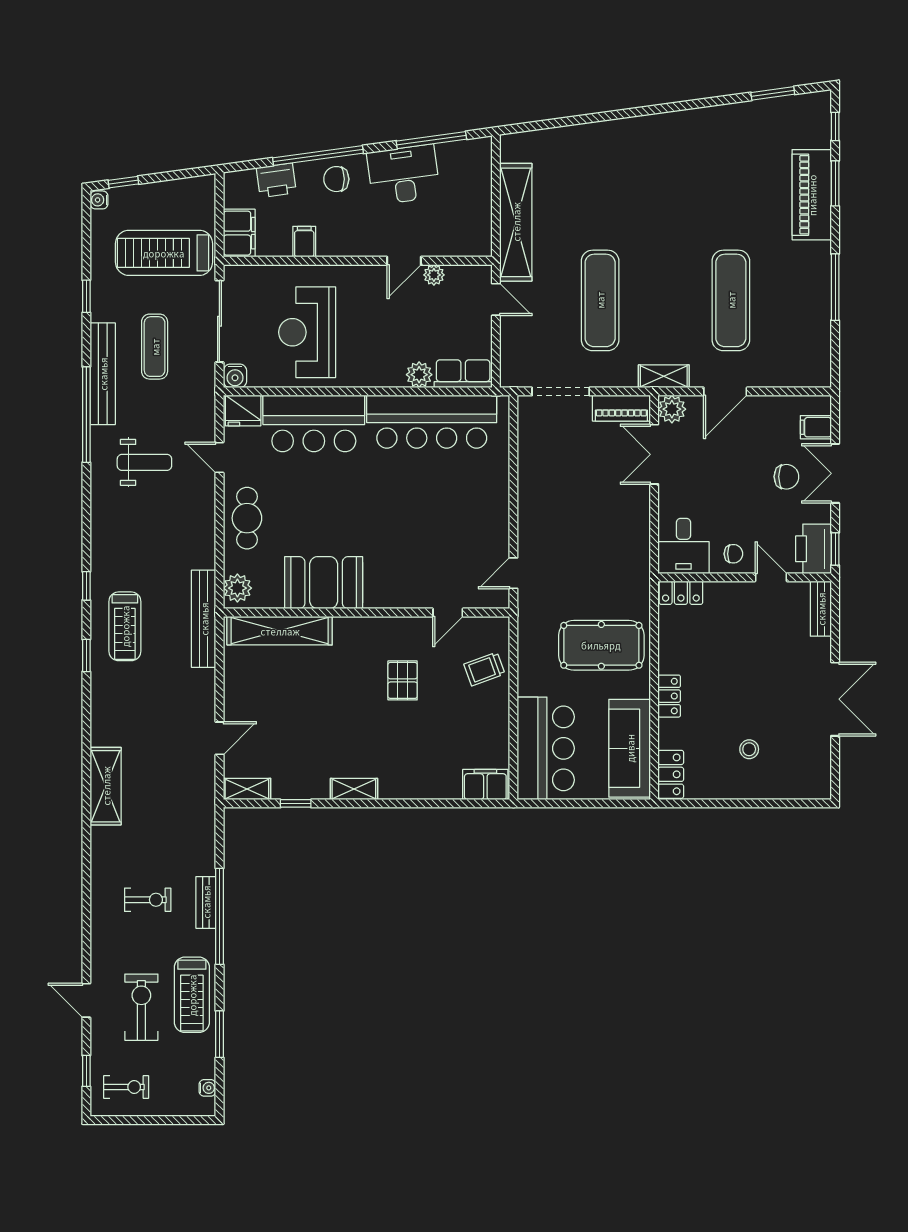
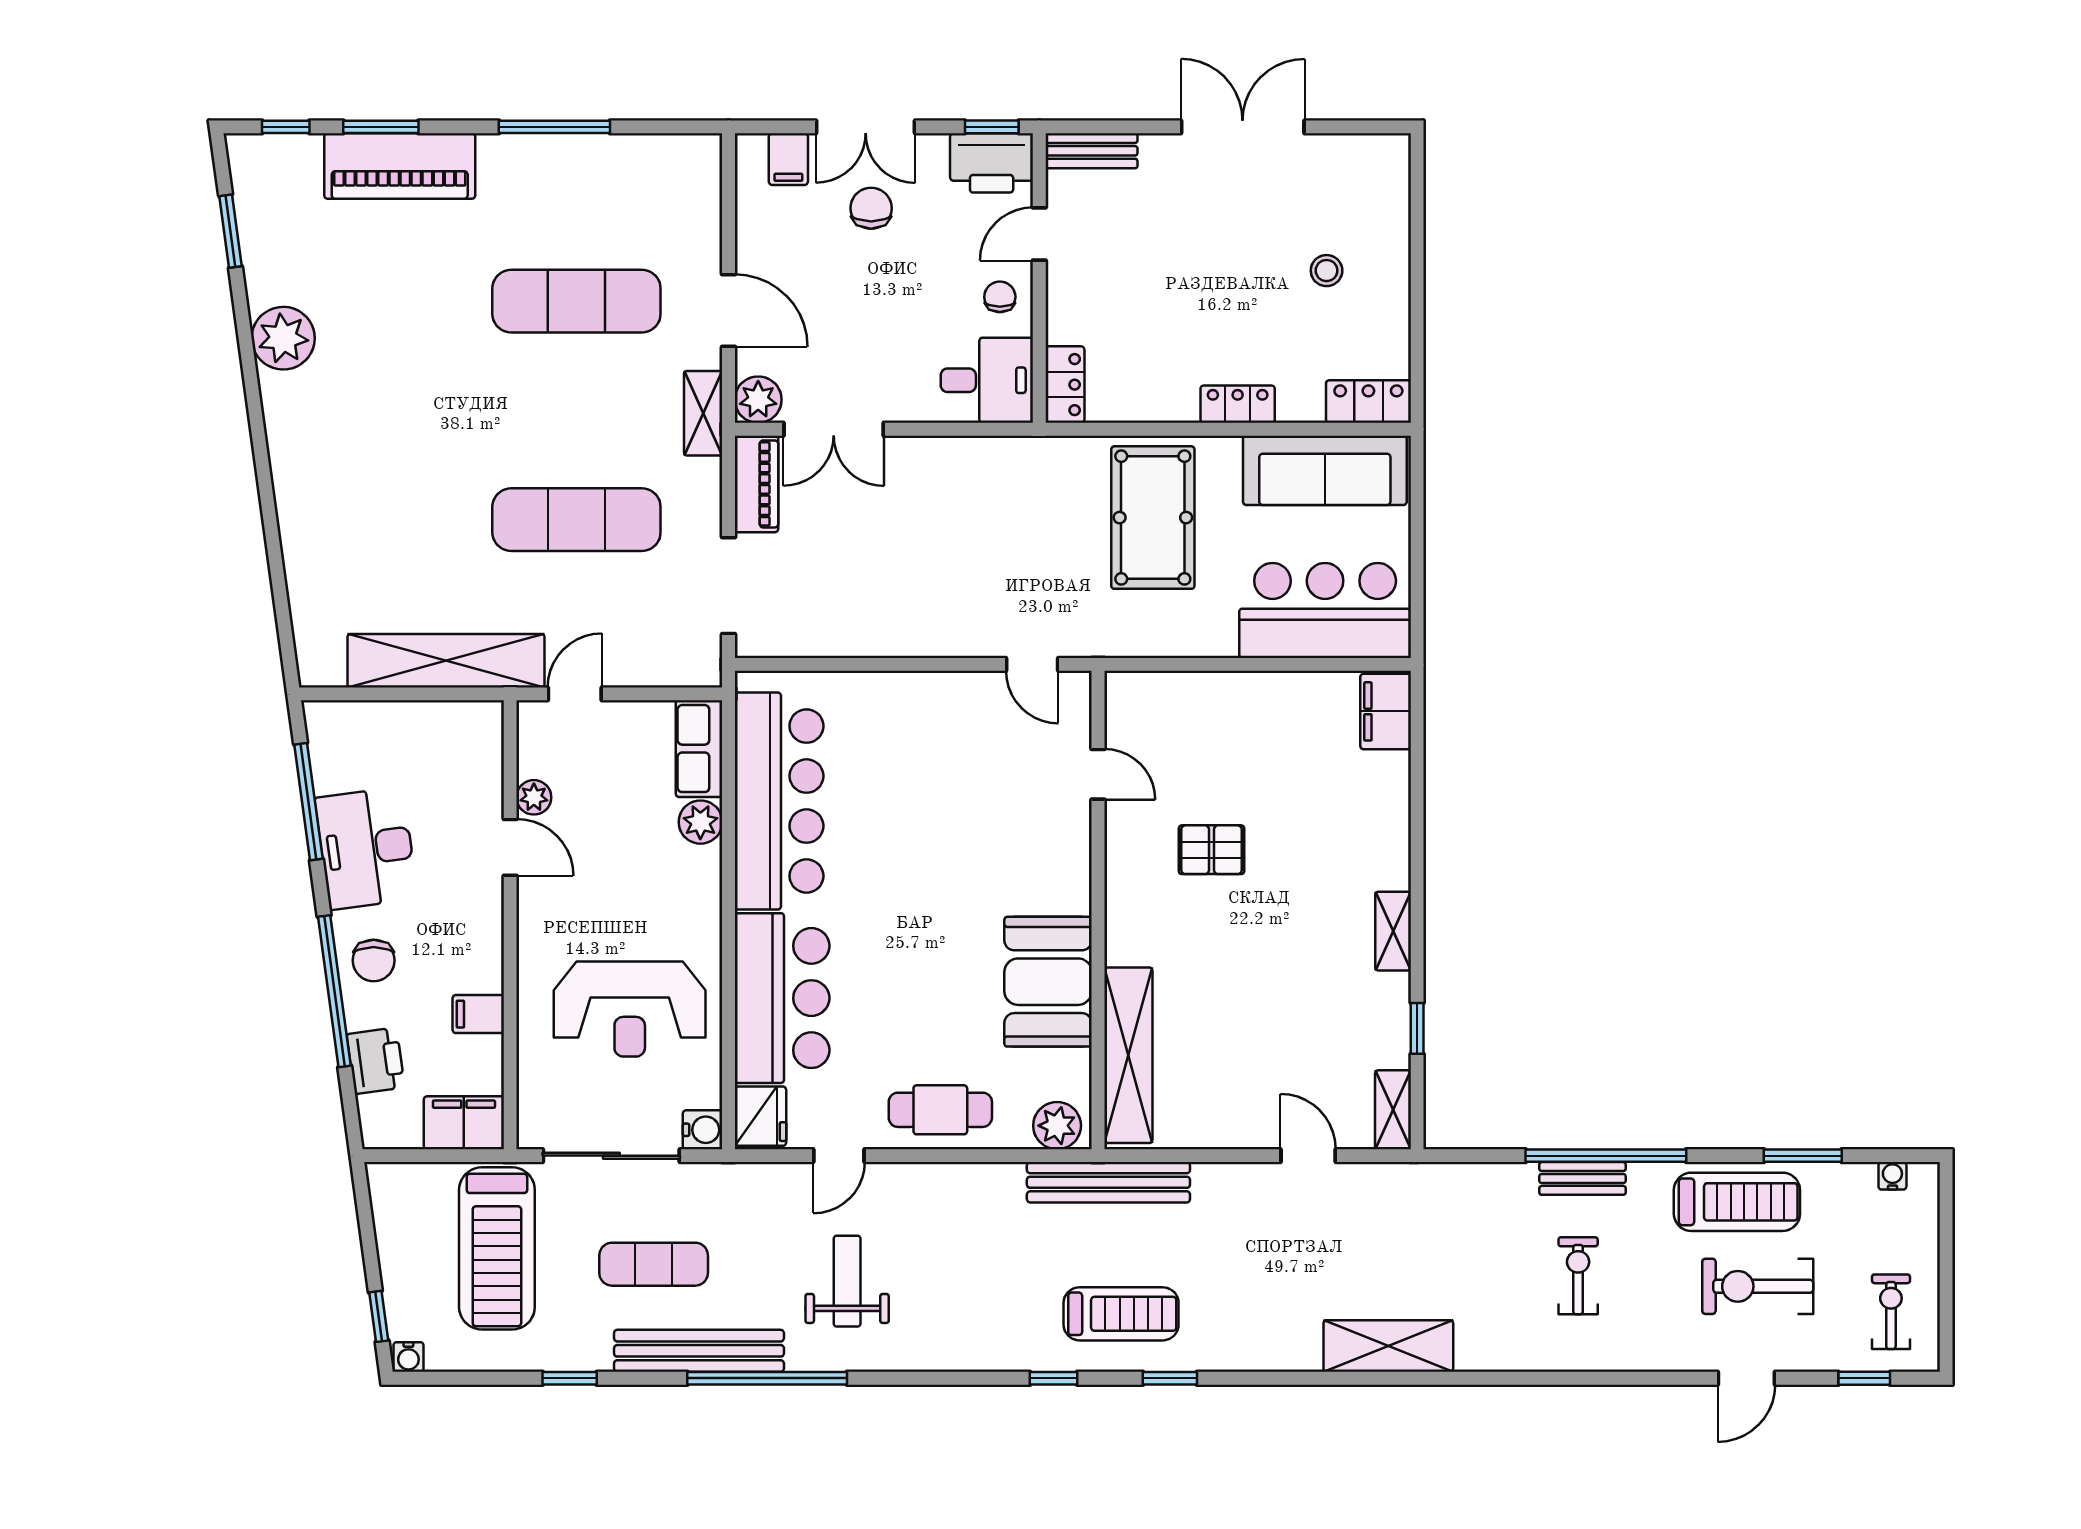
plant: (709, 125) -> (283, 338), added
trolley: (484, 669) -> (1192, 713), removed

